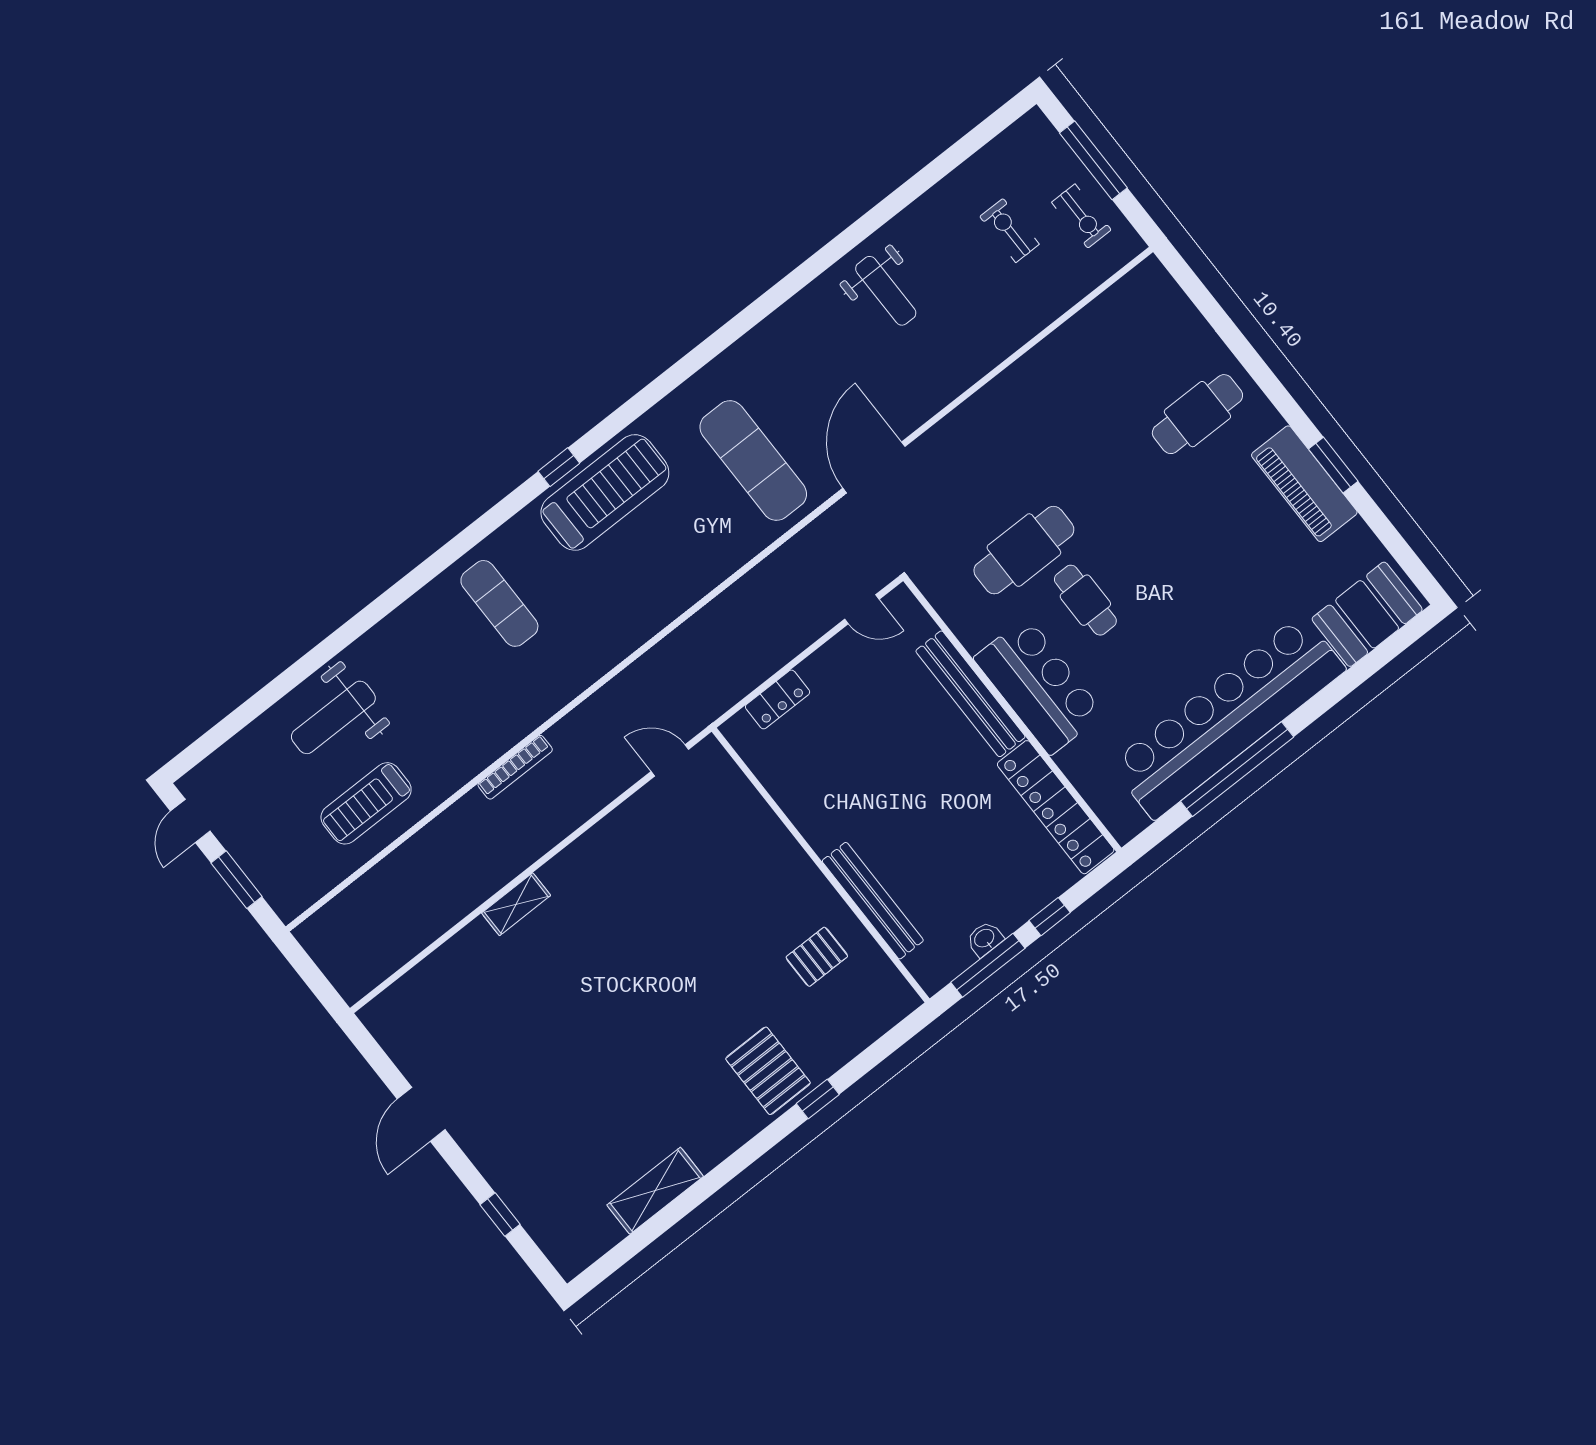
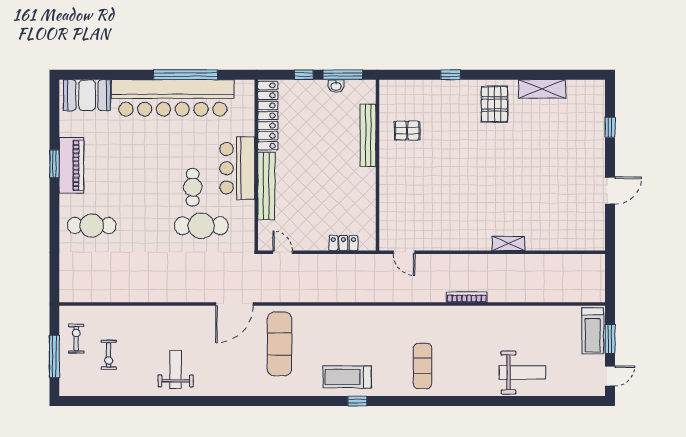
treadmill: (605, 492) -> (347, 377), width x0.73, depth x0.73
treadmill: (366, 803) -> (593, 331), moved, turned 90
pallet: (768, 1071) -> (494, 104), moved

